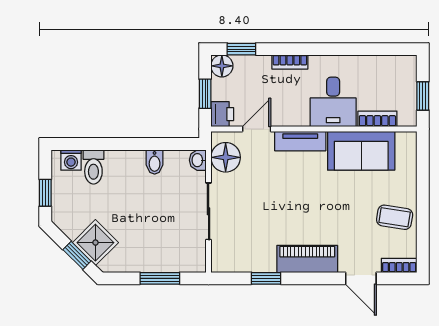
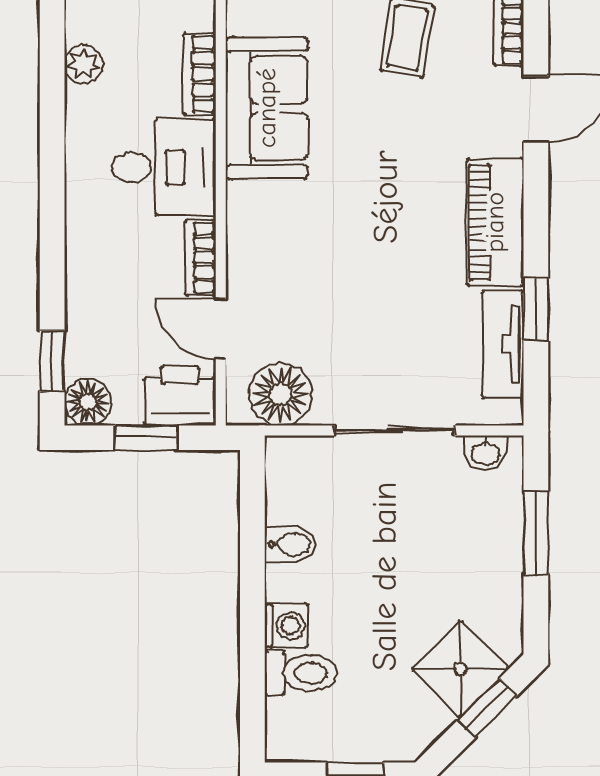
bookcase: (290, 62) -> (201, 258), moved, turned 180
plant: (382, 64) -> (83, 64), added
printer: (222, 114) -> (180, 396), width x1.36, depth x1.24
tv unit: (300, 141) -> (503, 344), moved, turned 180
washing machine: (71, 160) -> (286, 626), moved
washbasin: (198, 160) -> (485, 453), moved

